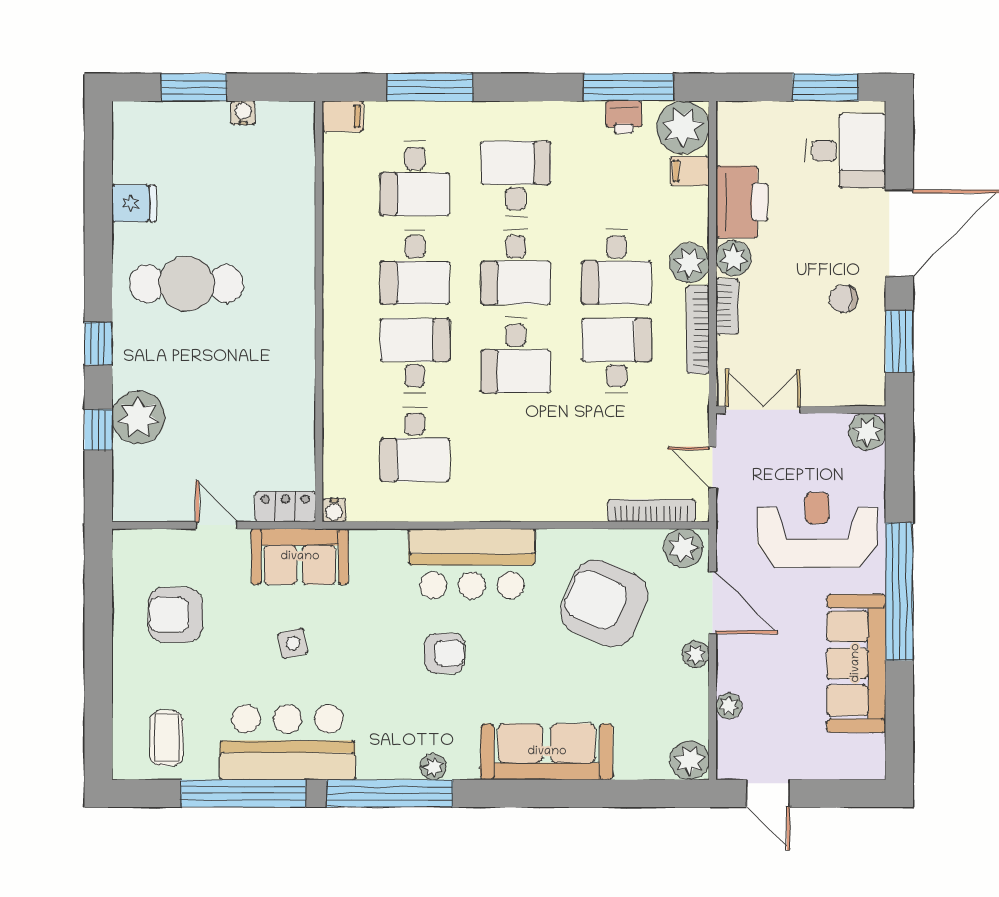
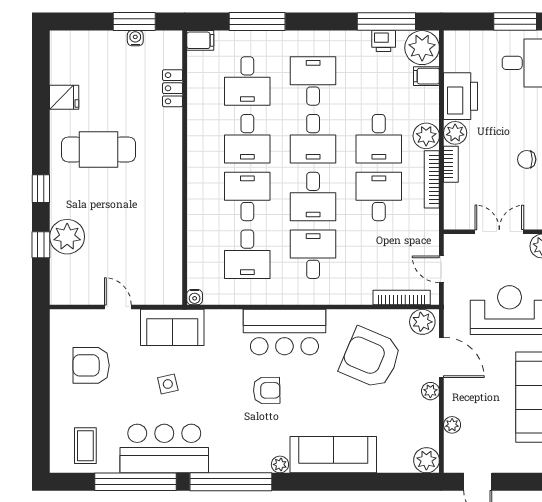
window: (194, 87) -> (134, 21), moved
double door: (763, 410) -> (499, 232), moved
desk: (516, 444) -> (313, 254), added
locker: (285, 507) -> (173, 88), moved, turned -90
plant: (433, 767) -> (280, 464), moved

